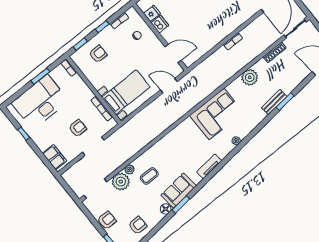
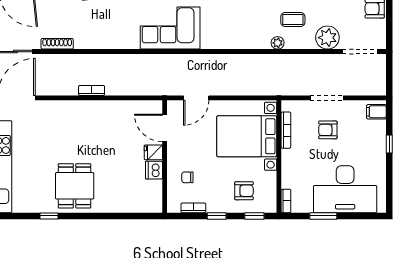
fridge: (152, 14) -> (153, 152), moved
armchair: (98, 54) -> (244, 191), turned 180
plant: (250, 77) -> (104, 38), removed
door: (169, 86) -> (196, 98), hinge flipped
bed with nightstands: (126, 92) -> (247, 136), width x1.36
window: (24, 134) -> (389, 144), moved
filing cabinet: (55, 157) -> (376, 112), width x0.50
plant: (129, 170) -> (278, 43), moved

